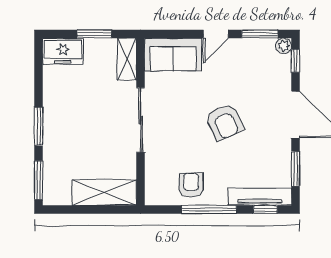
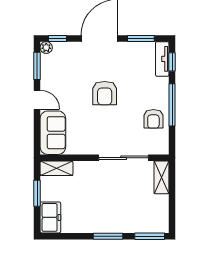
sliding door: (141, 120) -> (124, 158), moved
armchair: (225, 122) -> (105, 93), turned 115
armchair: (191, 185) -> (153, 119), turned -90
shelving: (104, 192) -> (161, 177), width x0.67, depth x0.75
tv unit: (260, 197) -> (162, 59), width x0.71

